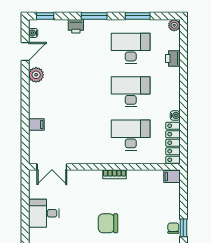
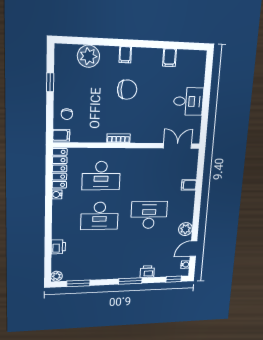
window: (138, 16) -> (78, 283), moved
desk: (131, 48) -> (149, 215), moved, turned 180
chair: (173, 228) -> (67, 114), moved

